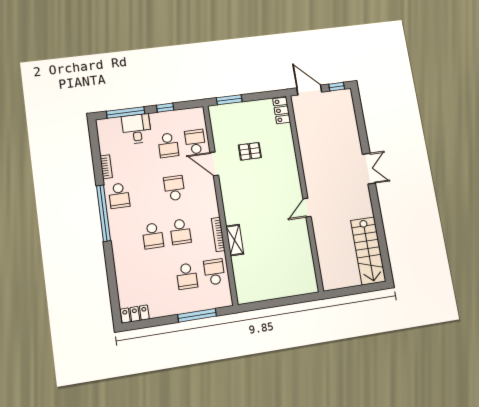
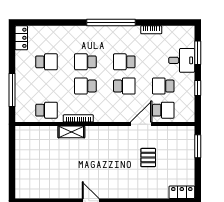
window: (126, 112) -> (198, 53), width x0.69
school desk: (119, 196) -> (124, 62), moved
school desk: (187, 276) -> (46, 62), moved, turned 180

